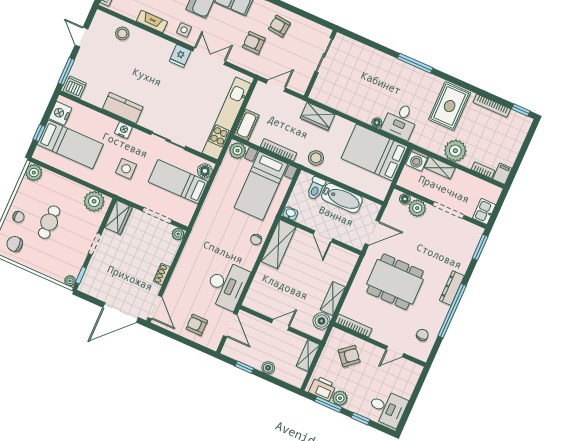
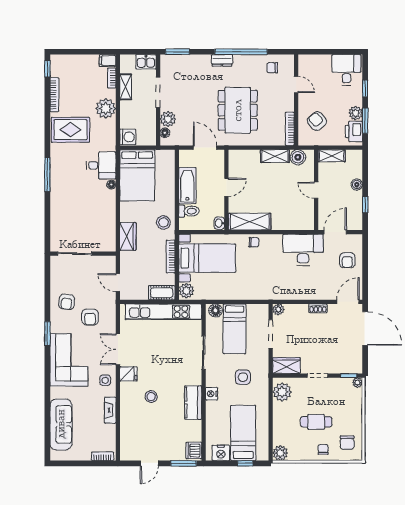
stool: (122, 33) -> (151, 397), moved
shelving: (440, 168) -> (126, 87), moved
dresser: (452, 288) -> (222, 60), width x0.70

